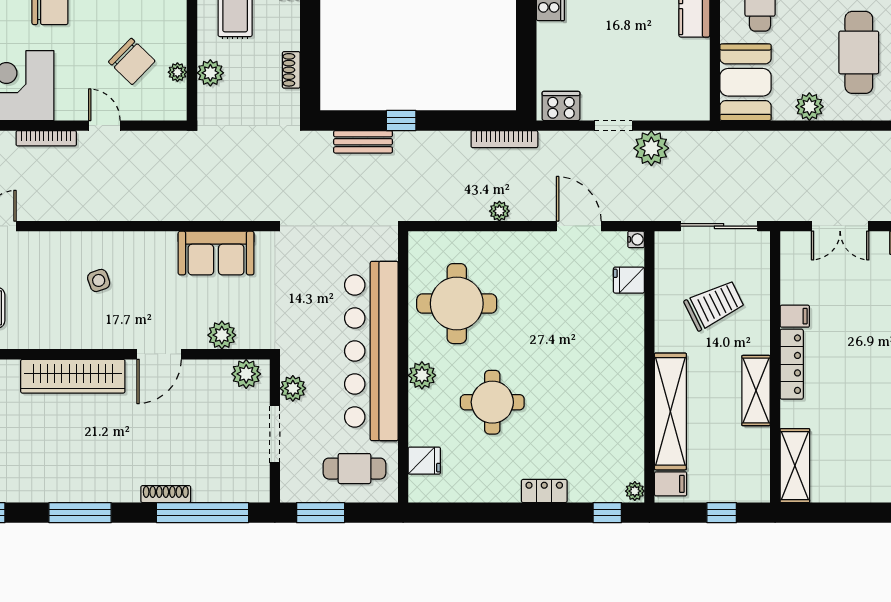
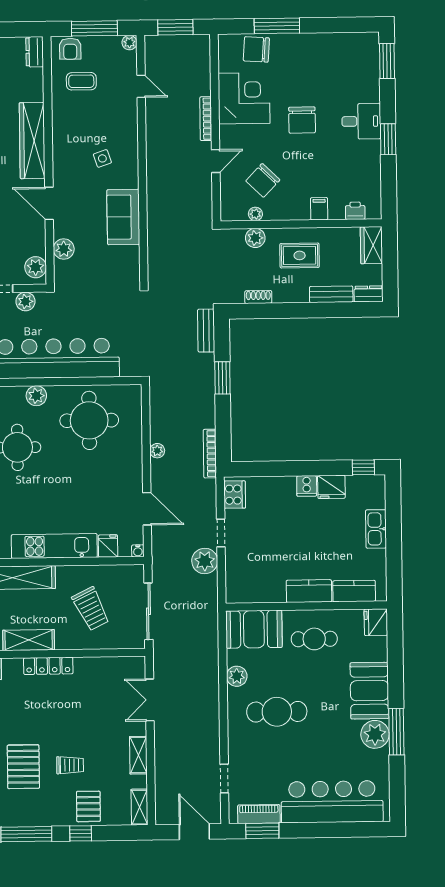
window: (401, 121) -> (222, 378), width x1.50
bench: (363, 142) -> (206, 331), moved
door: (579, 226) -> (147, 509), hinge flipped
sofa: (216, 253) -> (123, 217), moved
filing cabinet: (795, 316) -> (83, 668), removed
kitchen unit: (628, 354) -> (54, 546), added

